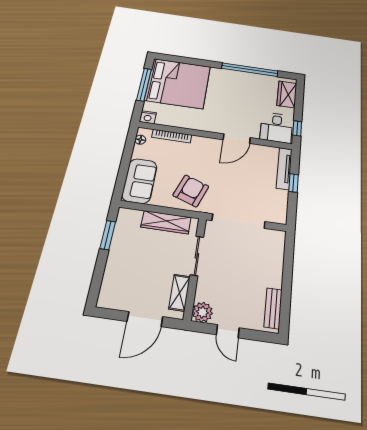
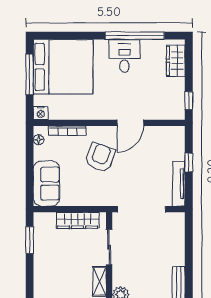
desk: (276, 128) -> (124, 56), moved, turned 180
tv unit: (284, 168) -> (179, 184), moved
armchair: (191, 191) -> (100, 157), moved

